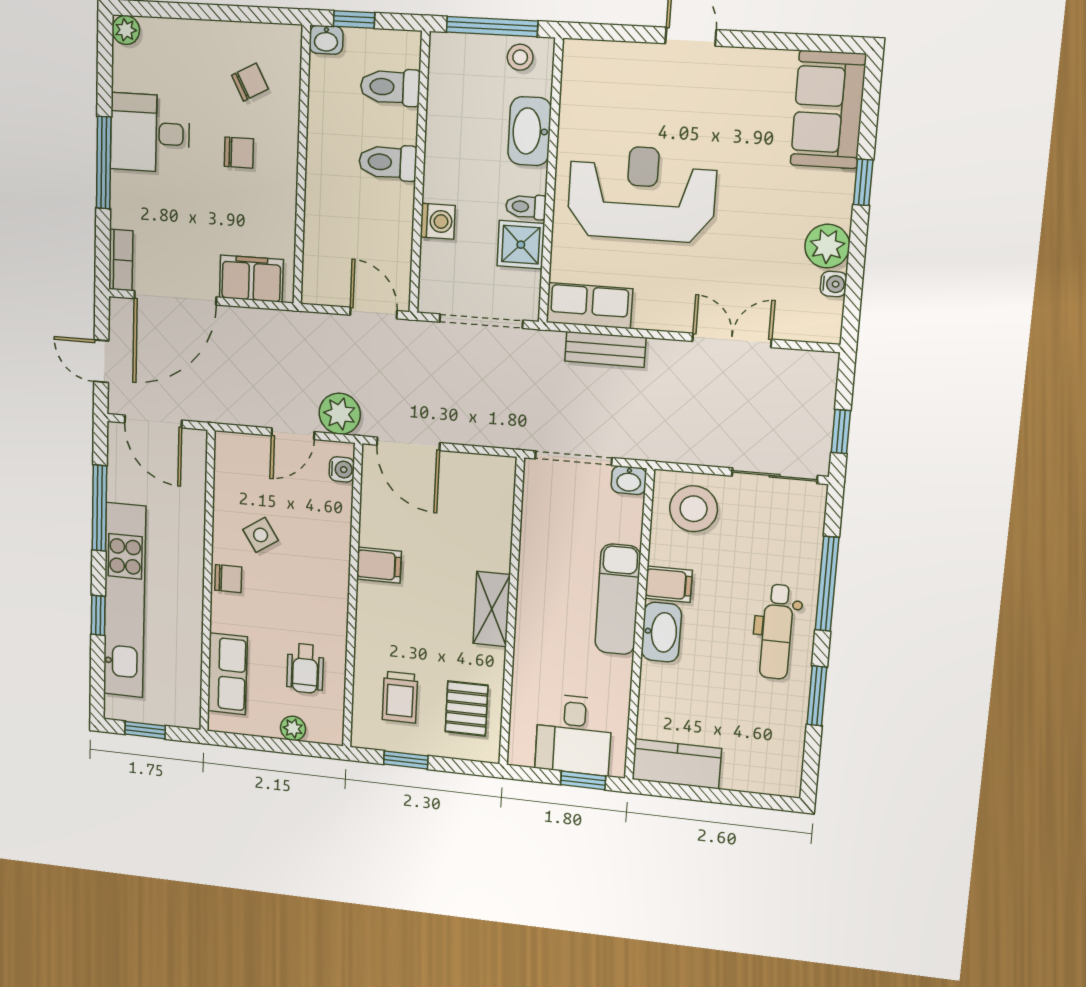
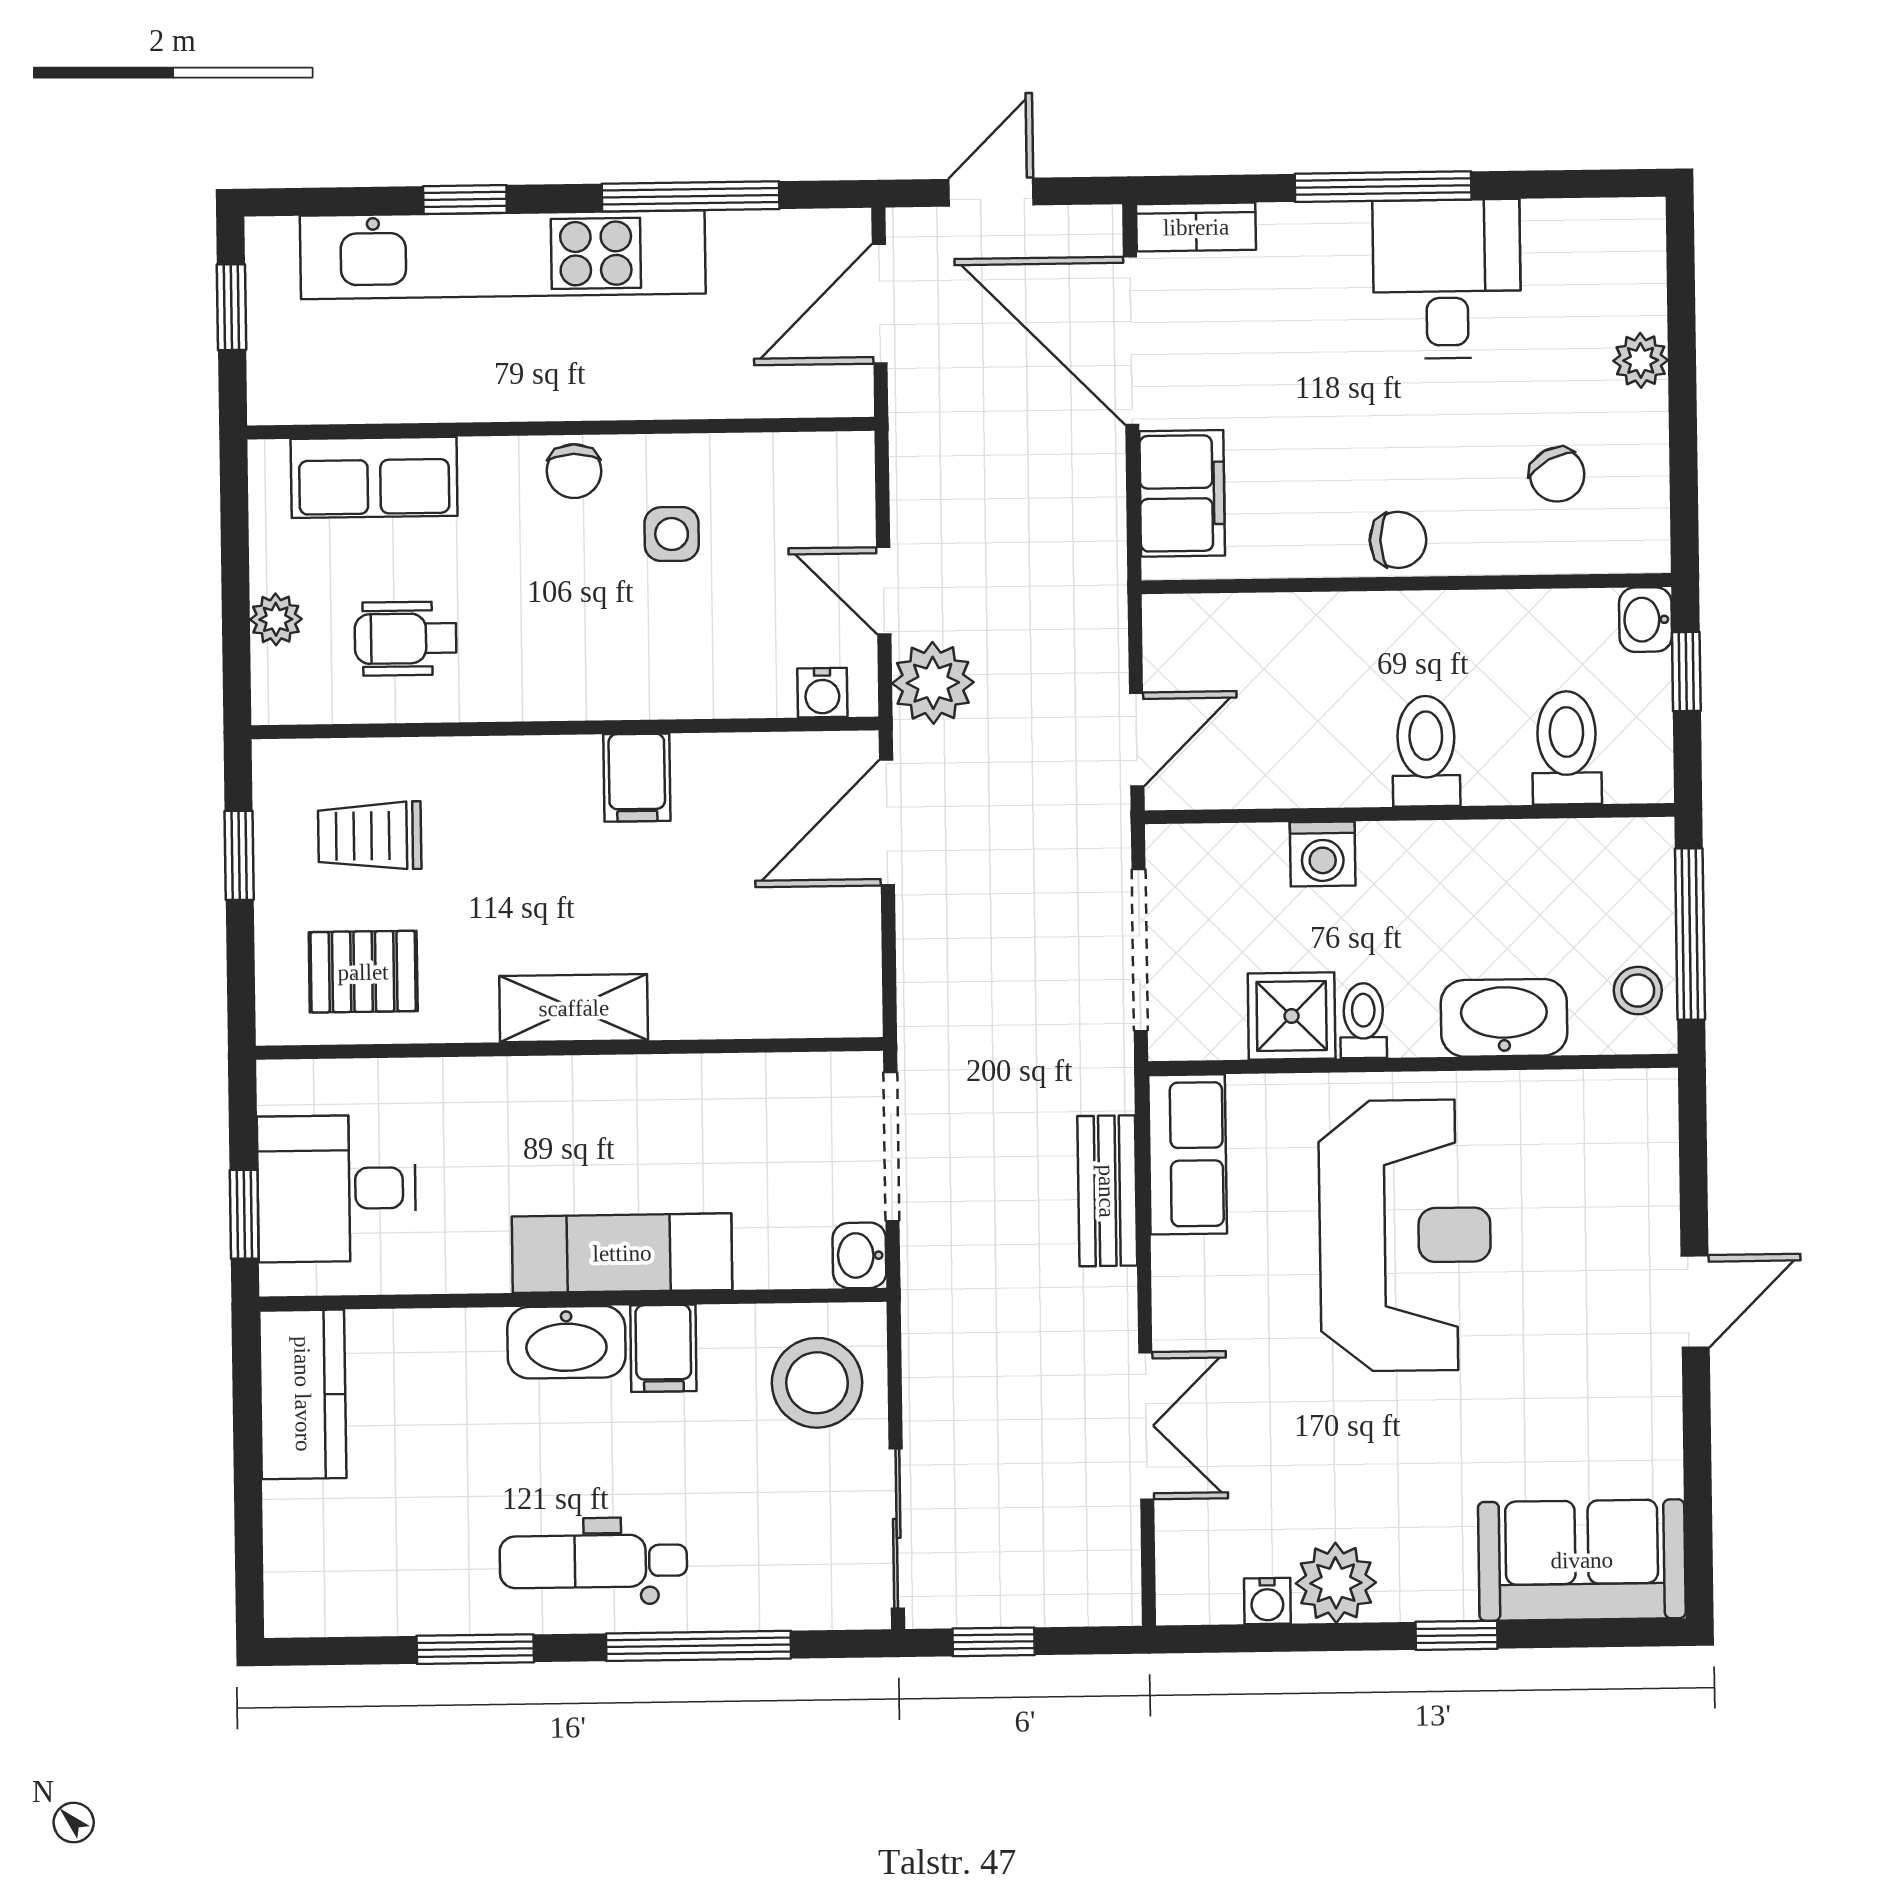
plant: (126, 30) -> (1641, 360), moved
chair: (239, 153) -> (1398, 540), moved, turned -90
side table: (261, 535) -> (672, 534), turned 33

